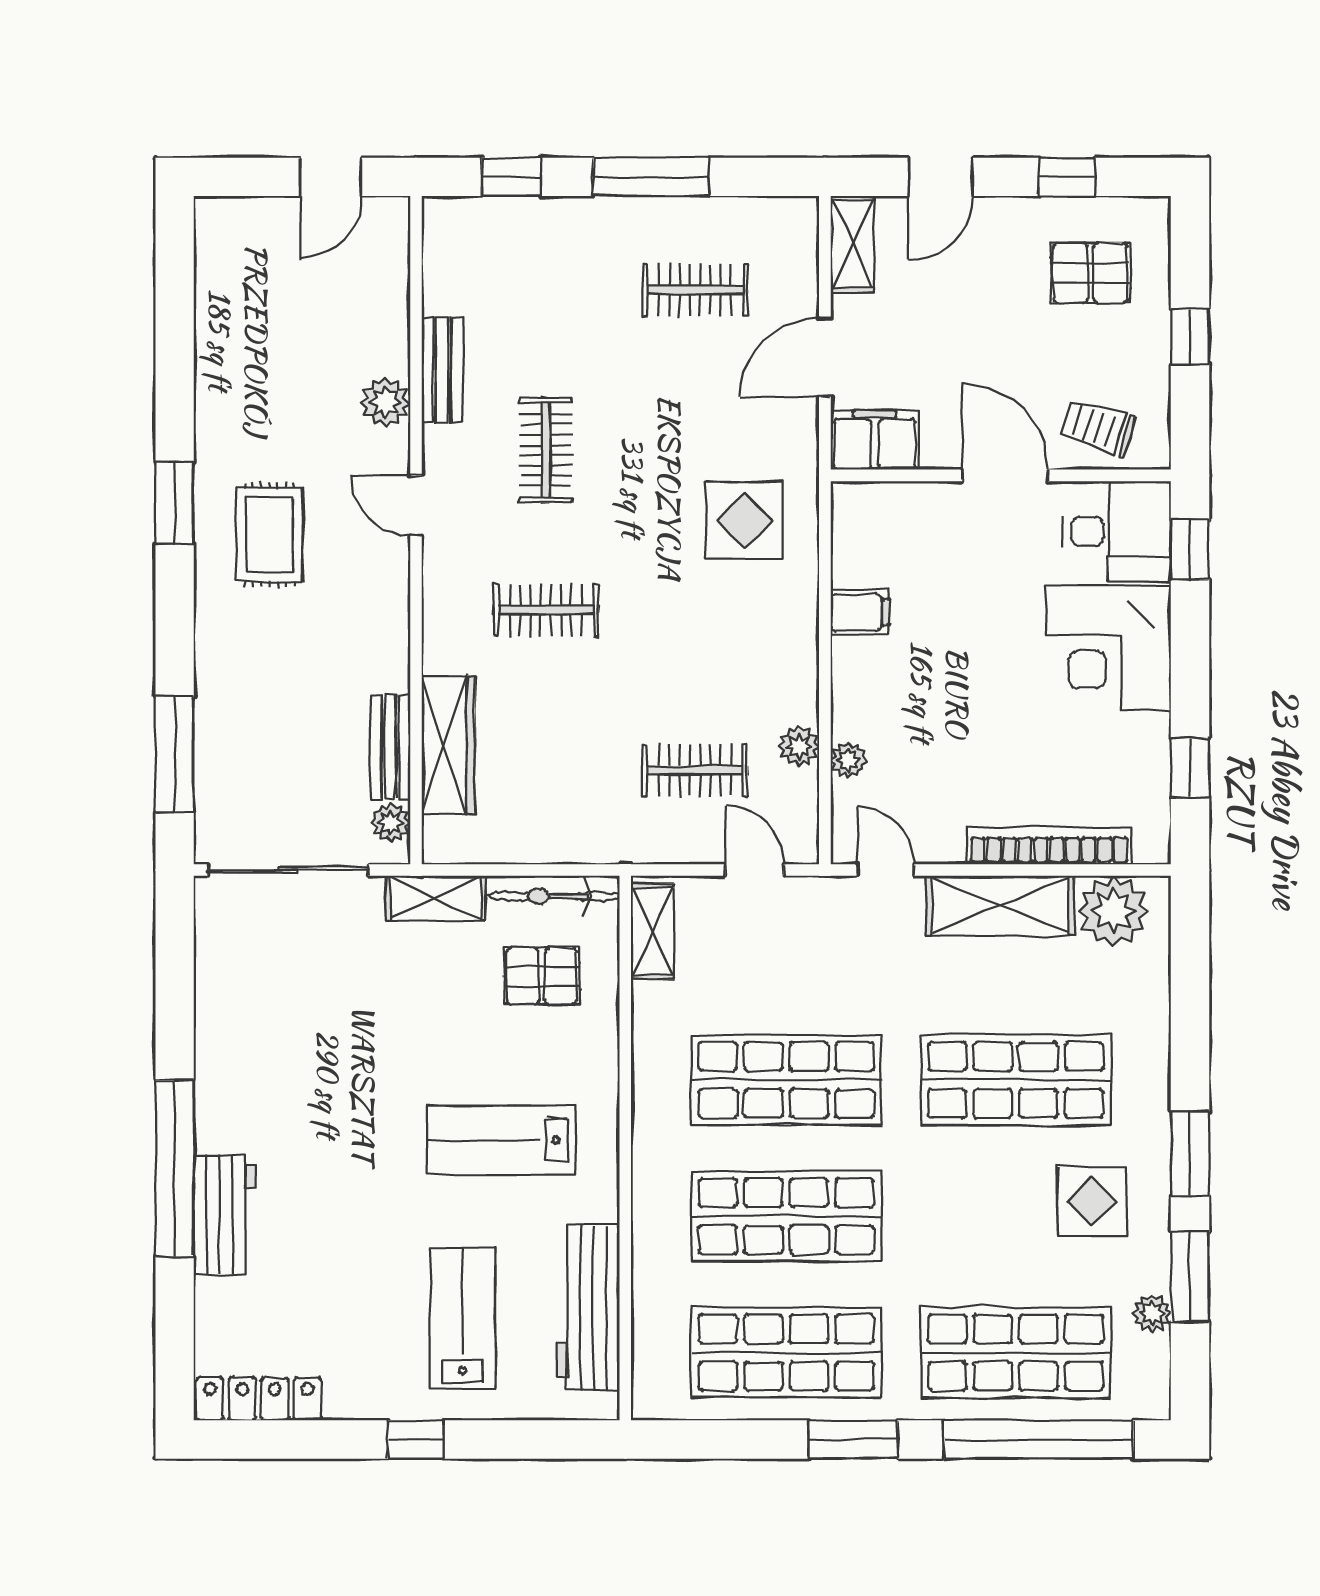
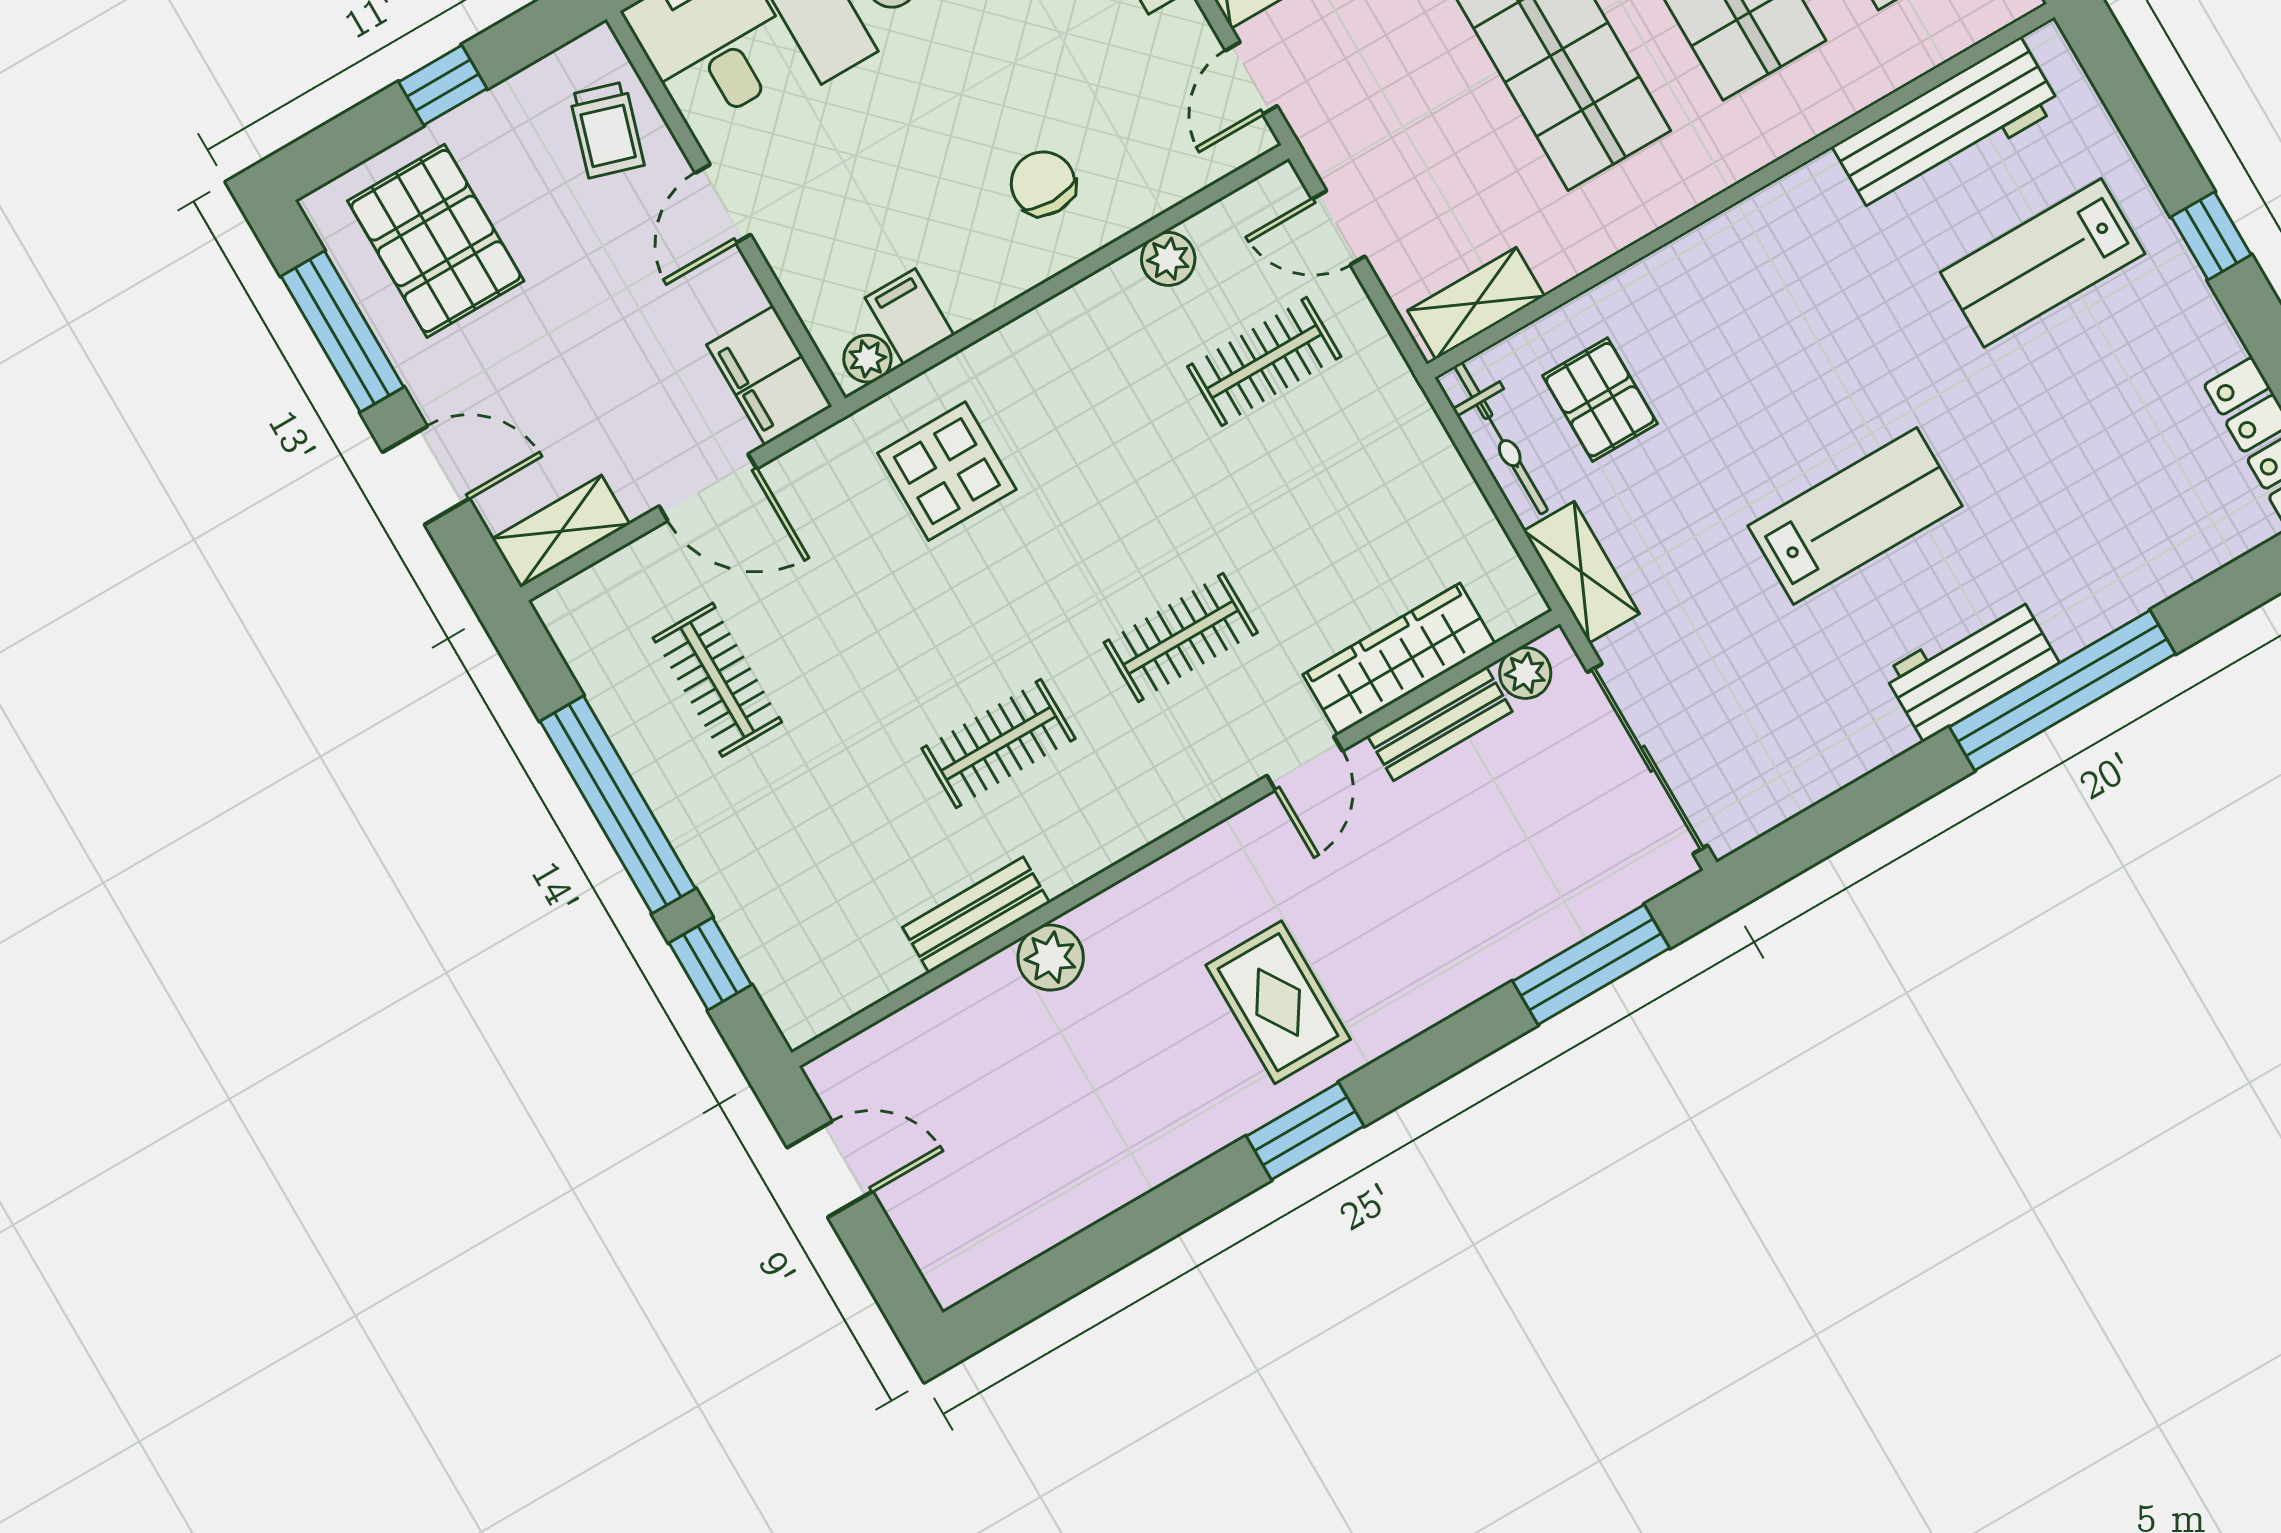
window: (651, 177) -> (618, 805), width x1.46
window: (1067, 177) -> (342, 332), width x2.17
pallet: (1090, 273) -> (436, 241), width x1.50, depth x1.42
door: (1005, 475) -> (723, 204), width x0.73
door: (416, 506) -> (1305, 763), moved
rug: (269, 535) -> (1278, 1002), turned 90
clothes rail: (546, 610) -> (1181, 637), turned 90
filing cabinet: (860, 612) -> (910, 316), moved
chair: (896, 693) -> (1043, 183), added
plant: (848, 760) -> (867, 359), moved
clothes rail: (695, 770) -> (1264, 362), turned 90
door: (755, 870) -> (1338, 228), hinge flipped
lab bench: (501, 1140) -> (1855, 516), moved, turned -90
workbench: (224, 1215) -> (1971, 667), moved

